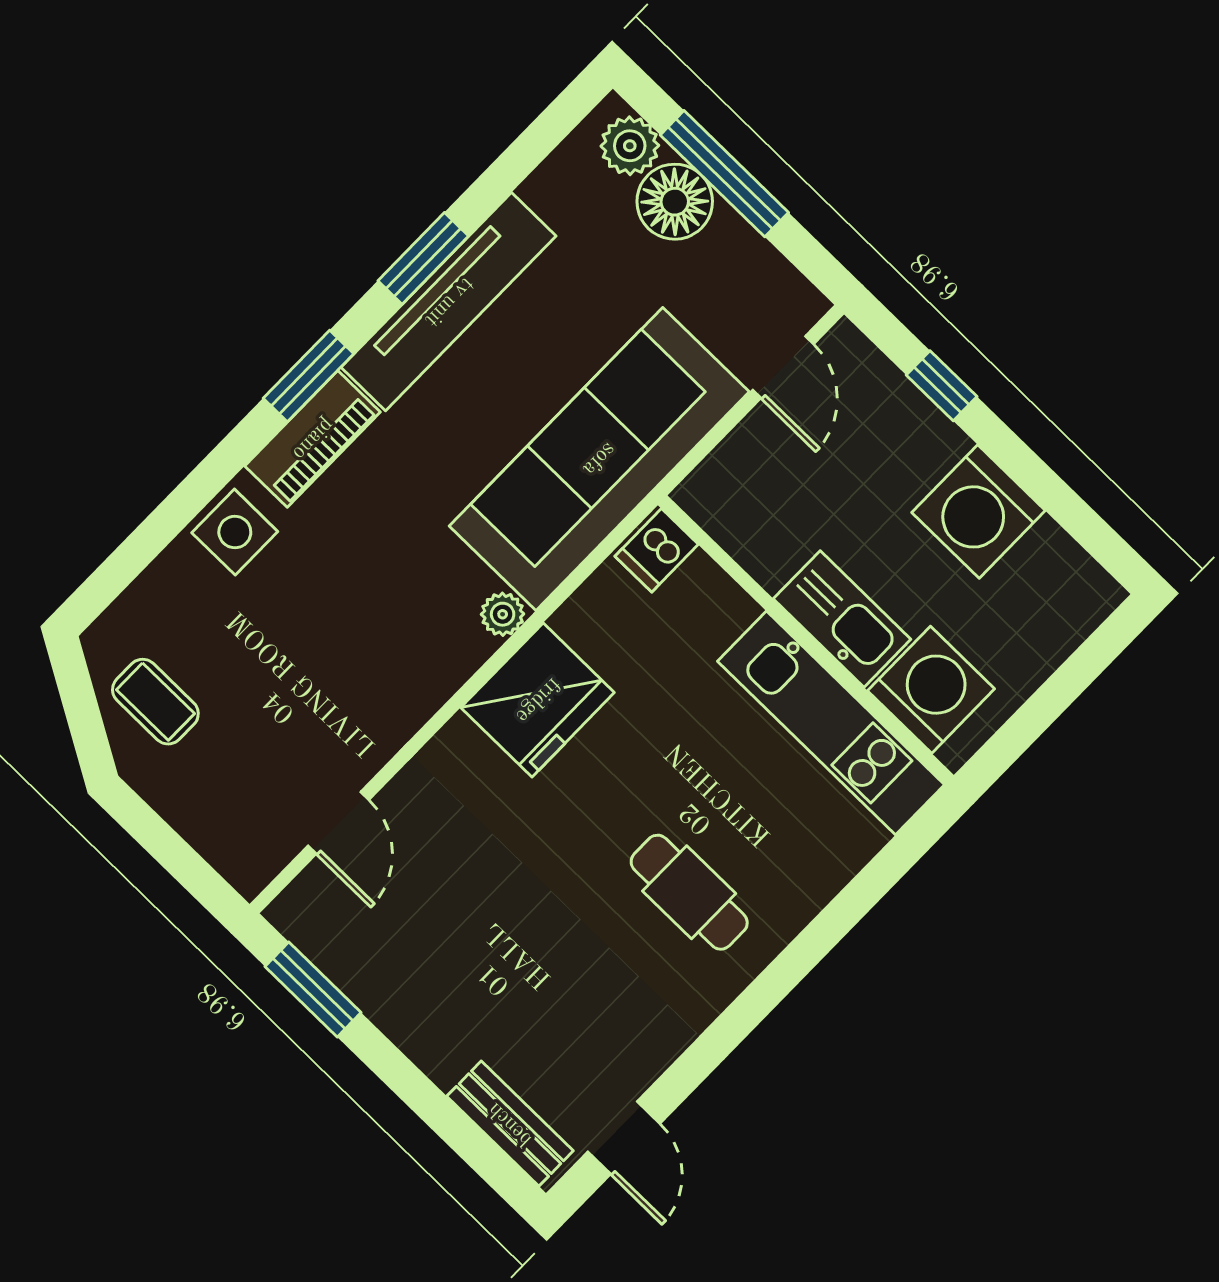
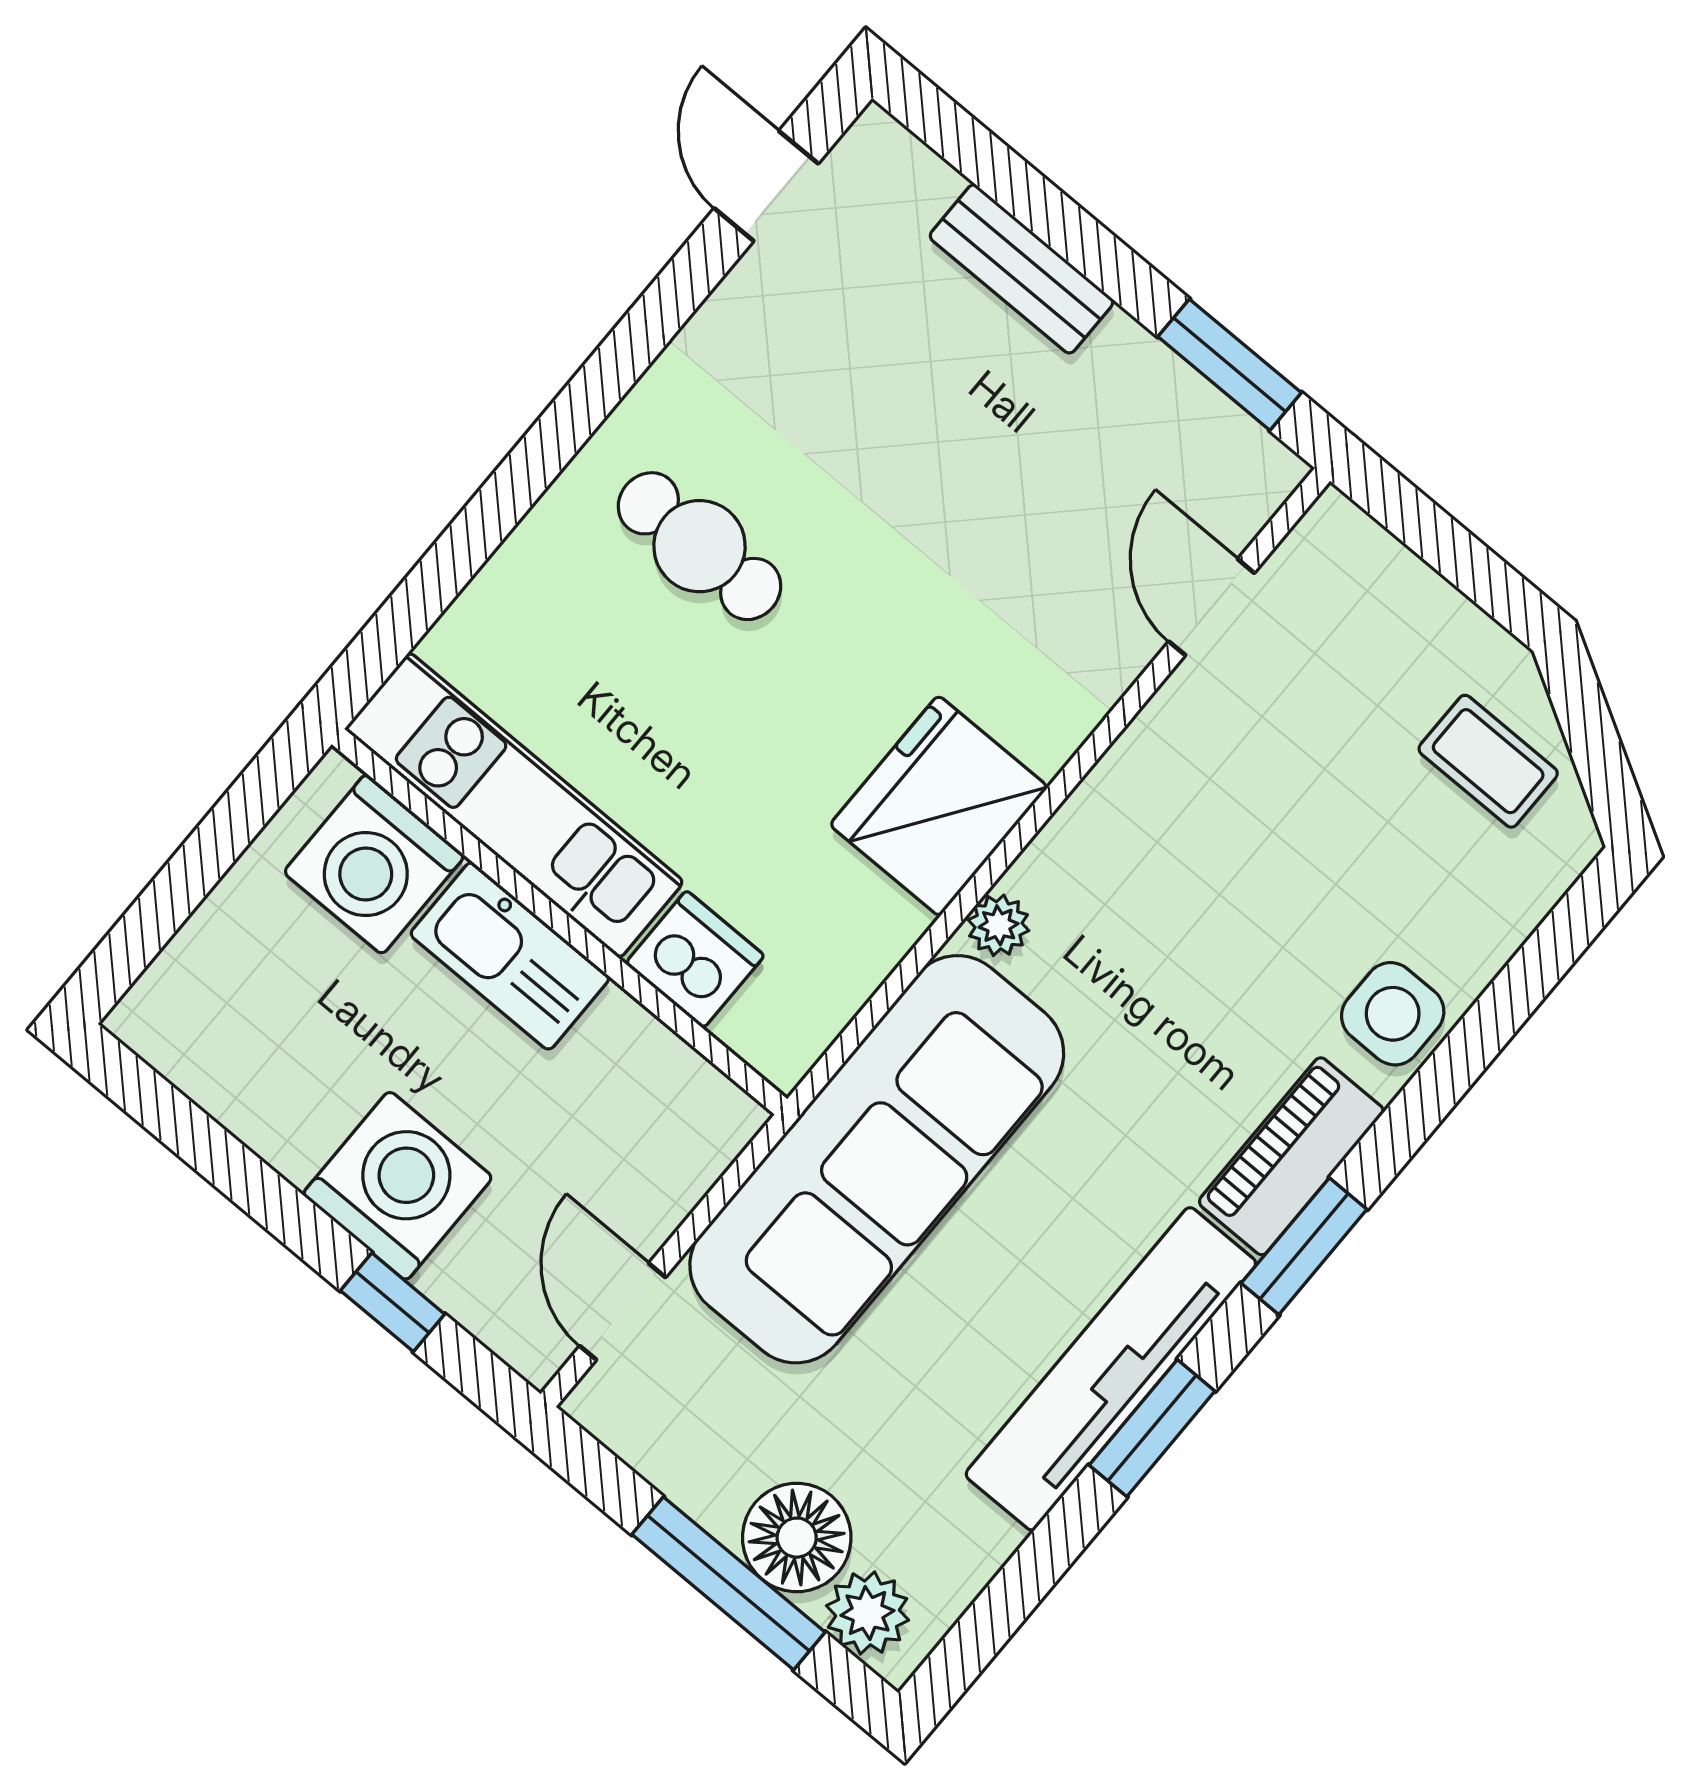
washing machine: (978, 512) -> (398, 1186), moved
dishwasher: (657, 550) -> (695, 960), moved, width x1.38
bench: (510, 1124) -> (1022, 269), moved

